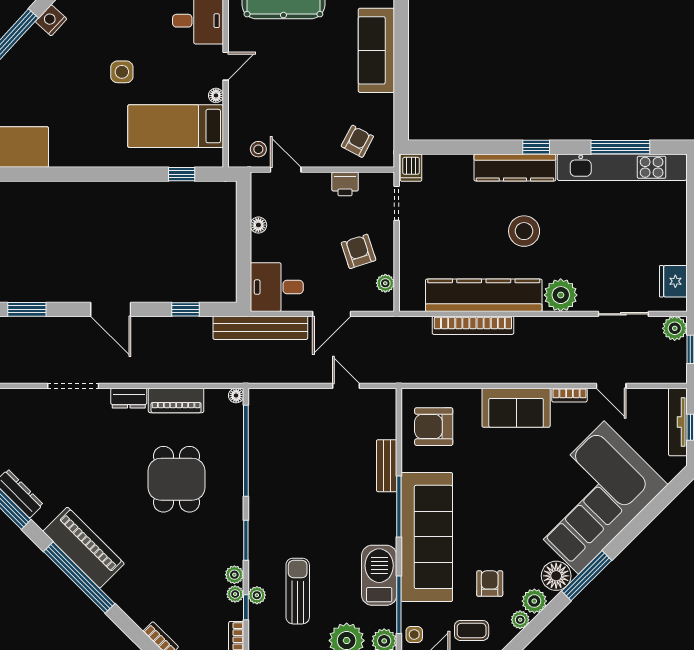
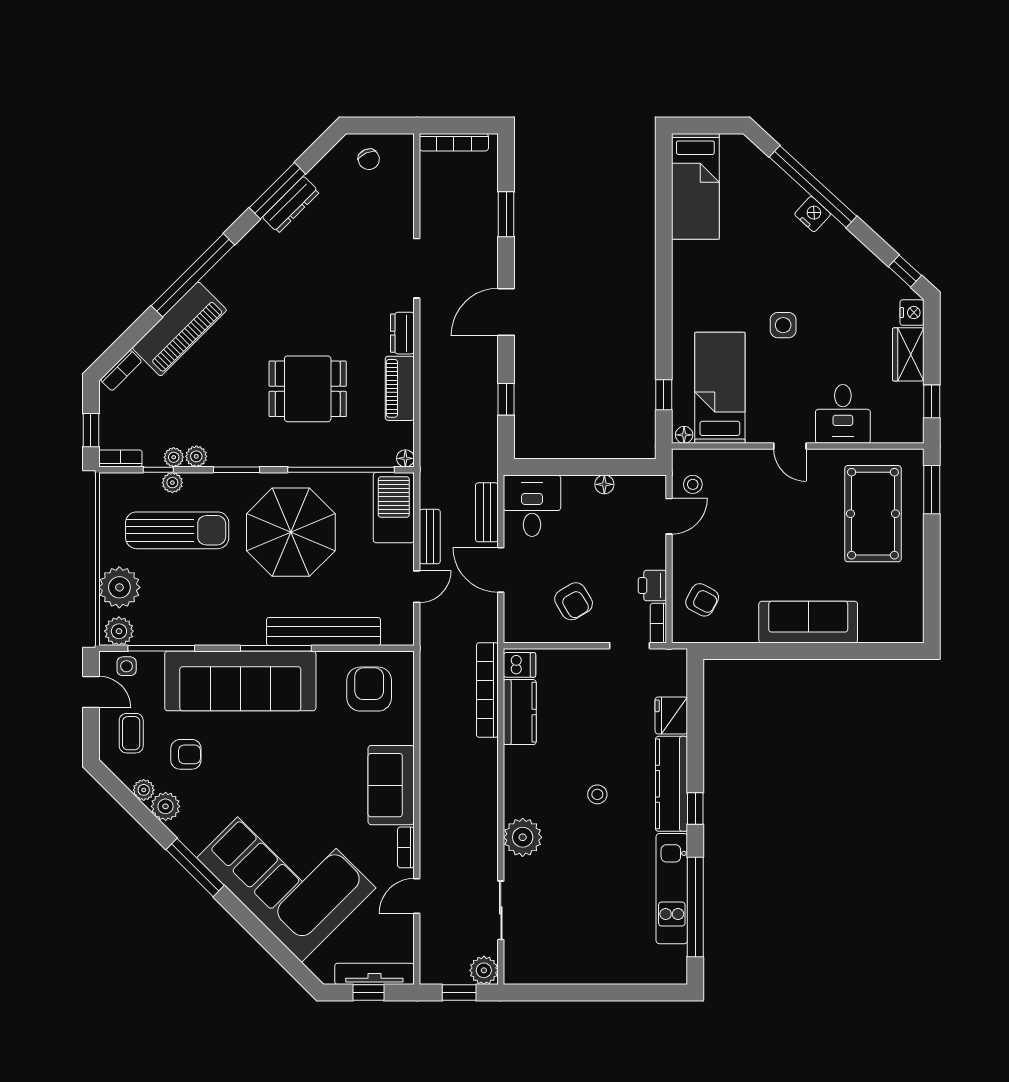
nightstand: (51, 20) -> (813, 214), moved
floor lamp: (216, 95) -> (684, 435), moved
window: (620, 147) -> (695, 907), width x1.46
kitchen unit: (622, 167) -> (672, 889), width x0.73
dishwasher: (411, 168) -> (519, 665), moved, turned 180
bookcase: (377, 179) -> (658, 623), added
stool: (524, 231) -> (597, 794), width x0.53, depth x0.53
armchair: (359, 251) -> (574, 601), turned 77
fridge: (673, 281) -> (671, 715), moved, turned -90
plant: (385, 283) -> (536, 632), removed
kitchen counter: (484, 295) -> (520, 712), width x0.48, depth x0.86
bookcase: (473, 325) -> (487, 690), moved
bench: (260, 328) -> (487, 512), width x0.54, depth x0.82
bench: (303, 375) -> (430, 537), added
bench: (387, 466) -> (323, 632), width x1.86, depth x1.21
parasol: (299, 494) -> (291, 532), added
piano: (84, 548) -> (179, 329), moved
barbecue: (379, 575) -> (394, 508), moved, turned -90
floor lamp: (556, 576) -> (195, 832), removed
sun lounger: (298, 591) -> (177, 530), width x1.36, depth x1.34

